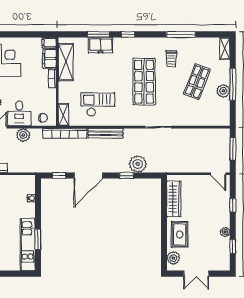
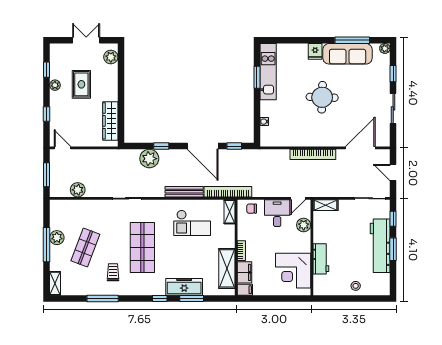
freezer: (101, 45) -> (184, 287), width x1.40
plant: (23, 135) -> (78, 190), moved
door: (88, 176) -> (203, 146), swing flipped
rug: (180, 234) -> (81, 84), moved

